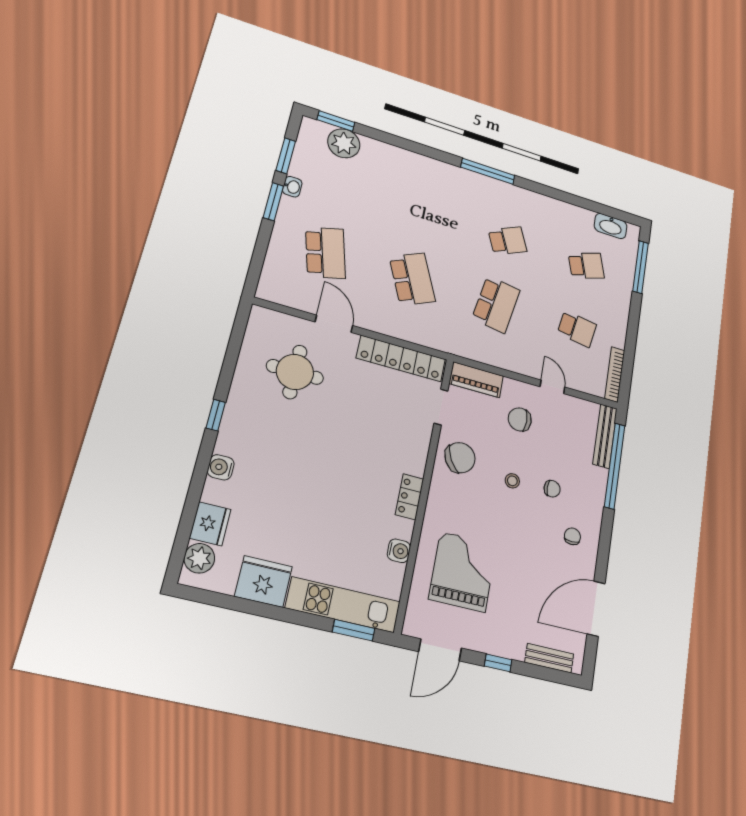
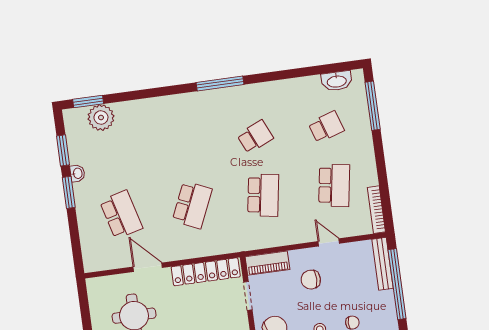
school desk: (412, 279) -> (192, 205), turned 48
school desk: (577, 329) -> (334, 185), width x1.85

